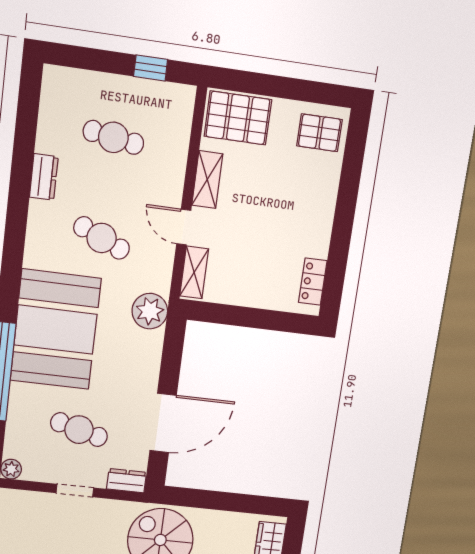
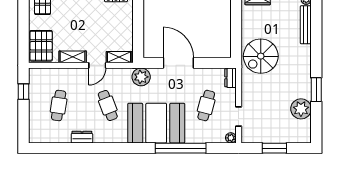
cafe table: (102, 238) -> (108, 105), turned -45
door: (163, 423) -> (178, 63), moved
doorway: (75, 490) -> (239, 117), moved

